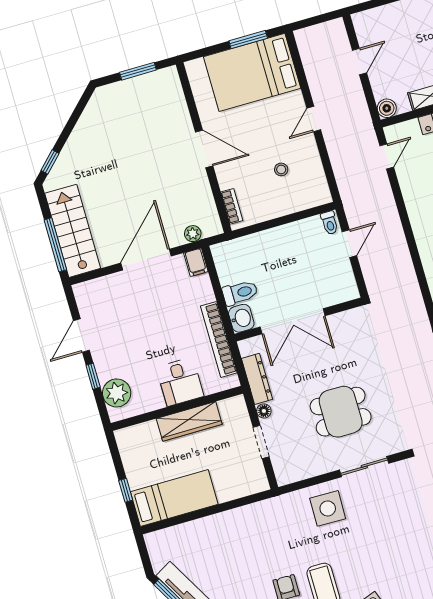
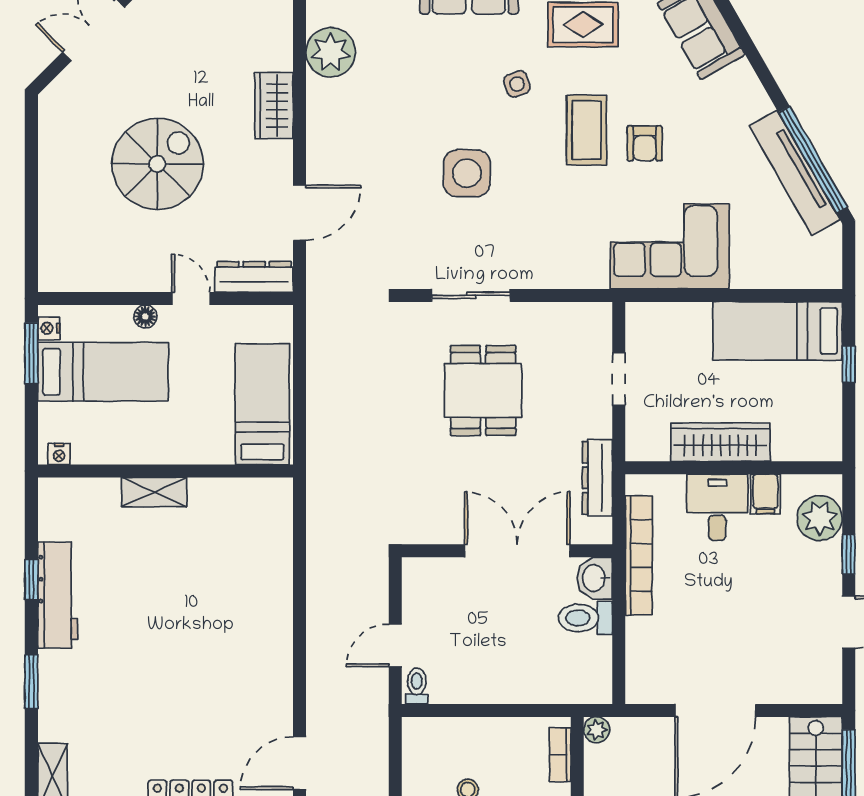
door: (387, 156) -> (300, 763), width x1.37
plant: (193, 234) -> (597, 730), moved
filing cabinet: (196, 262) -> (765, 494), moved, turned 180
floor lamp: (264, 411) -> (601, 425), removed
dining table: (341, 412) -> (483, 390), turned 90
side table: (328, 508) -> (467, 173), moved
corner sofa: (253, 530) -> (670, 246), added

